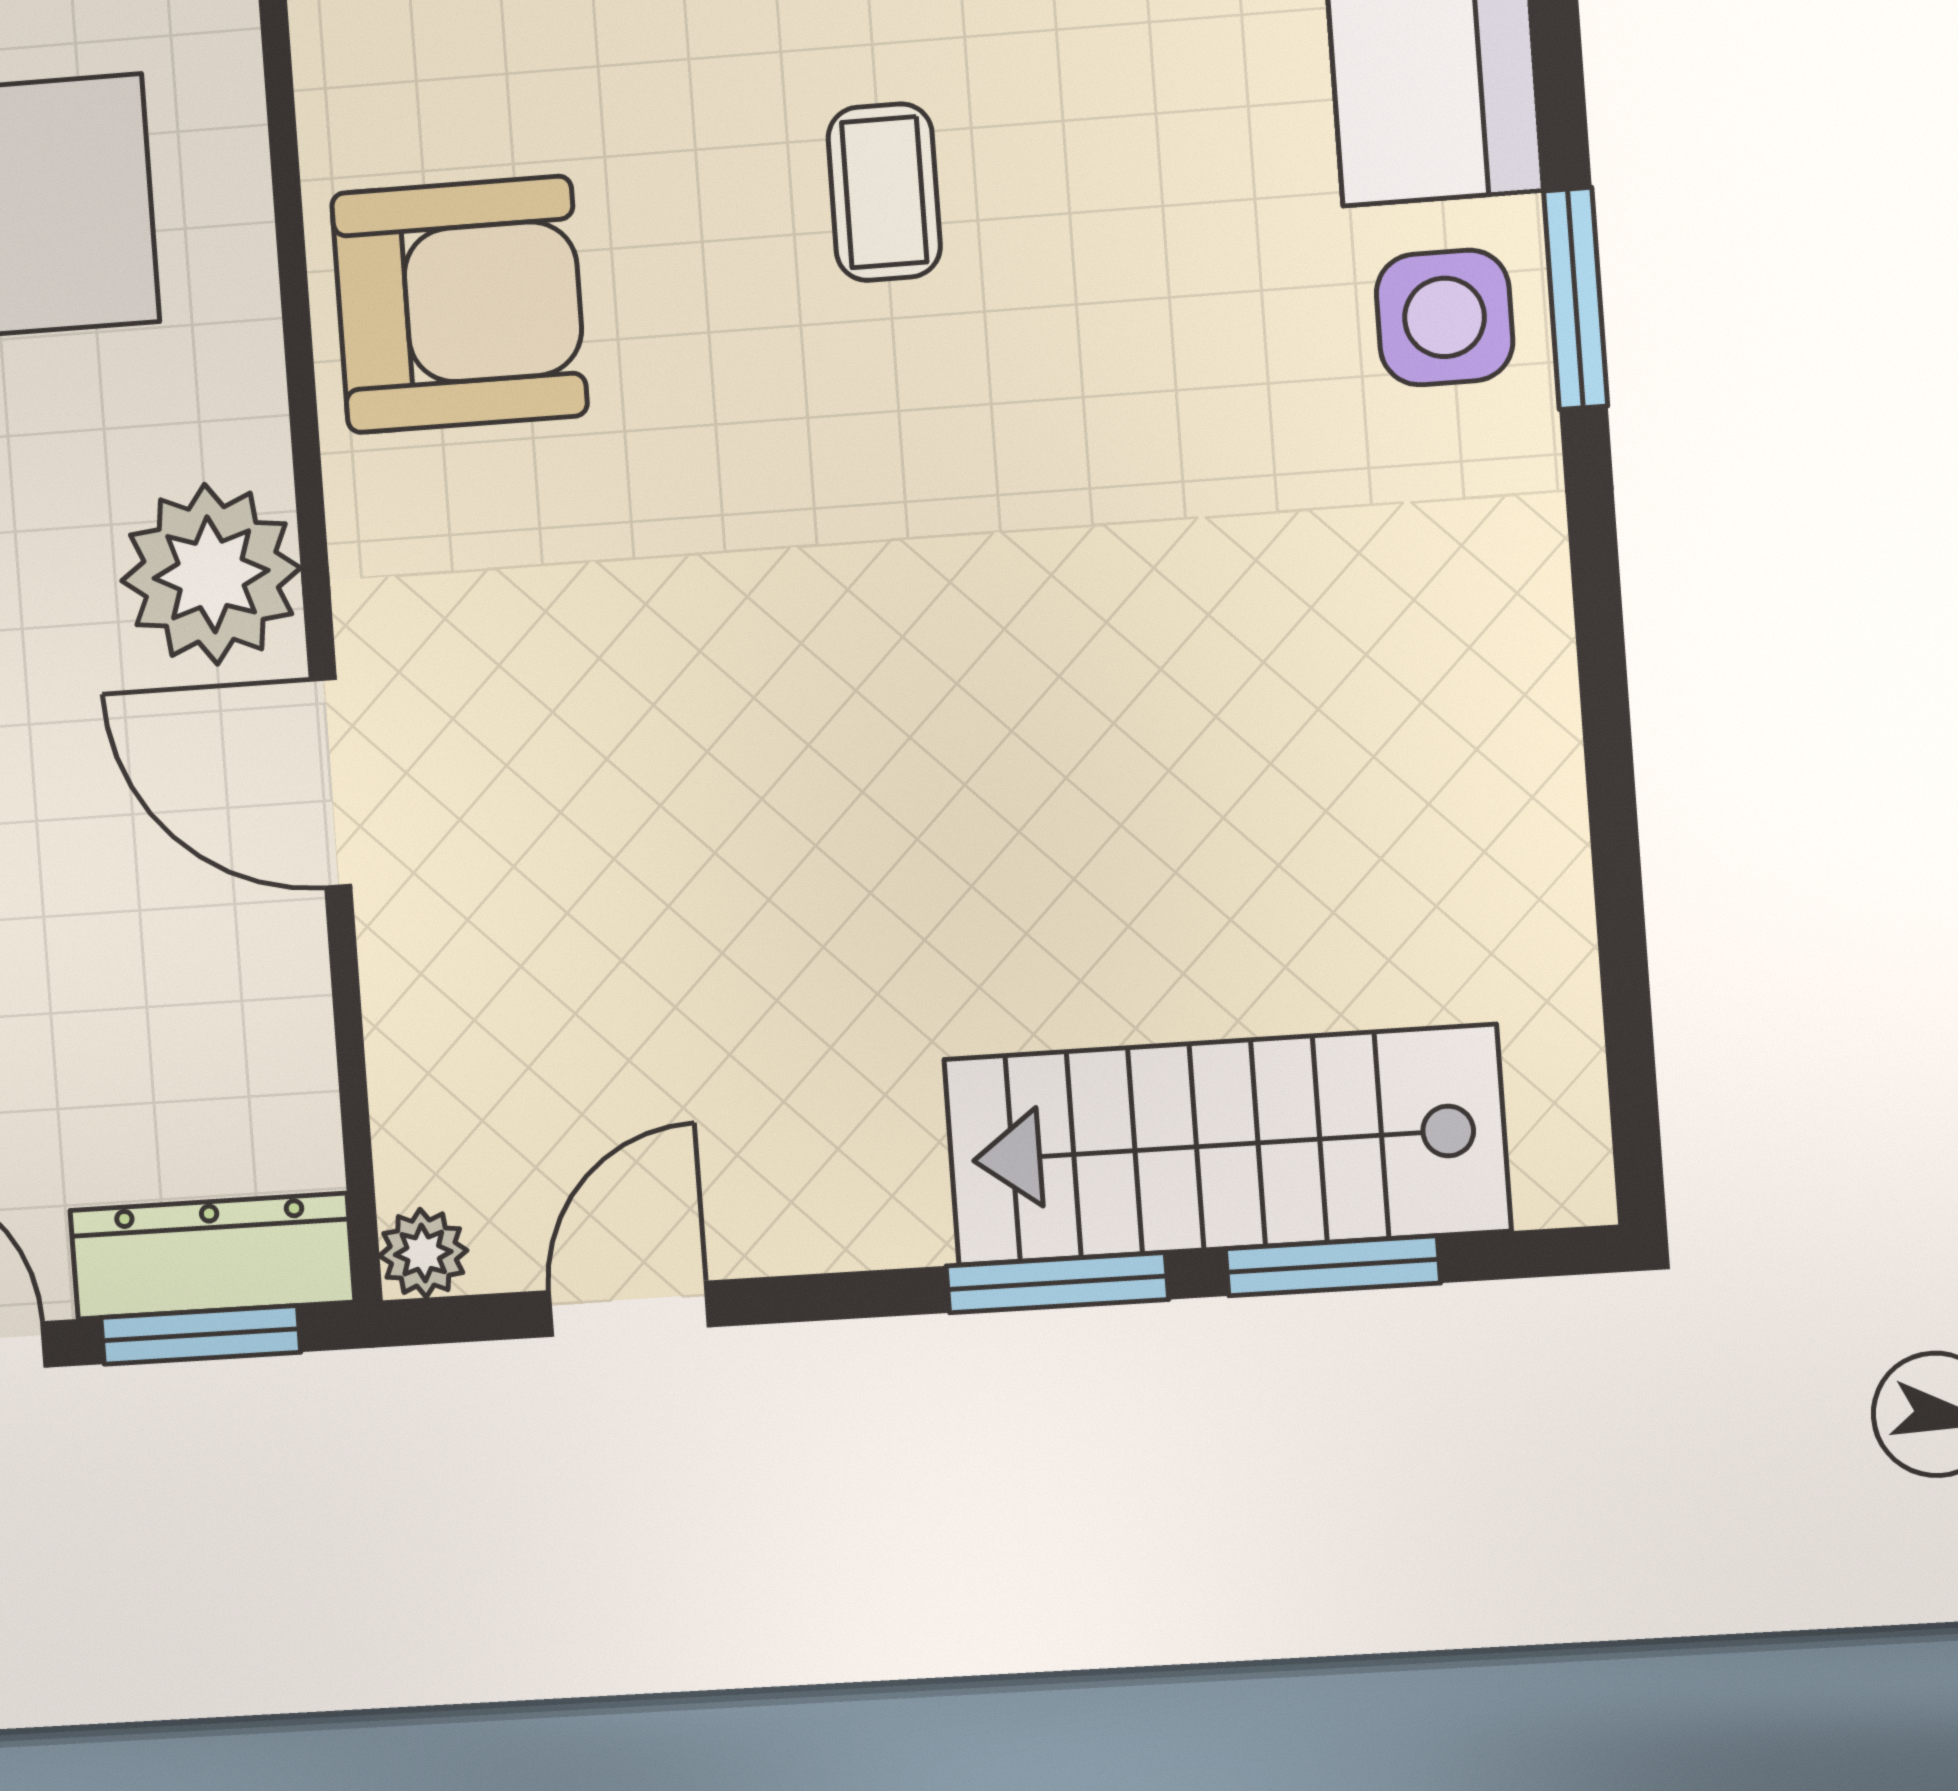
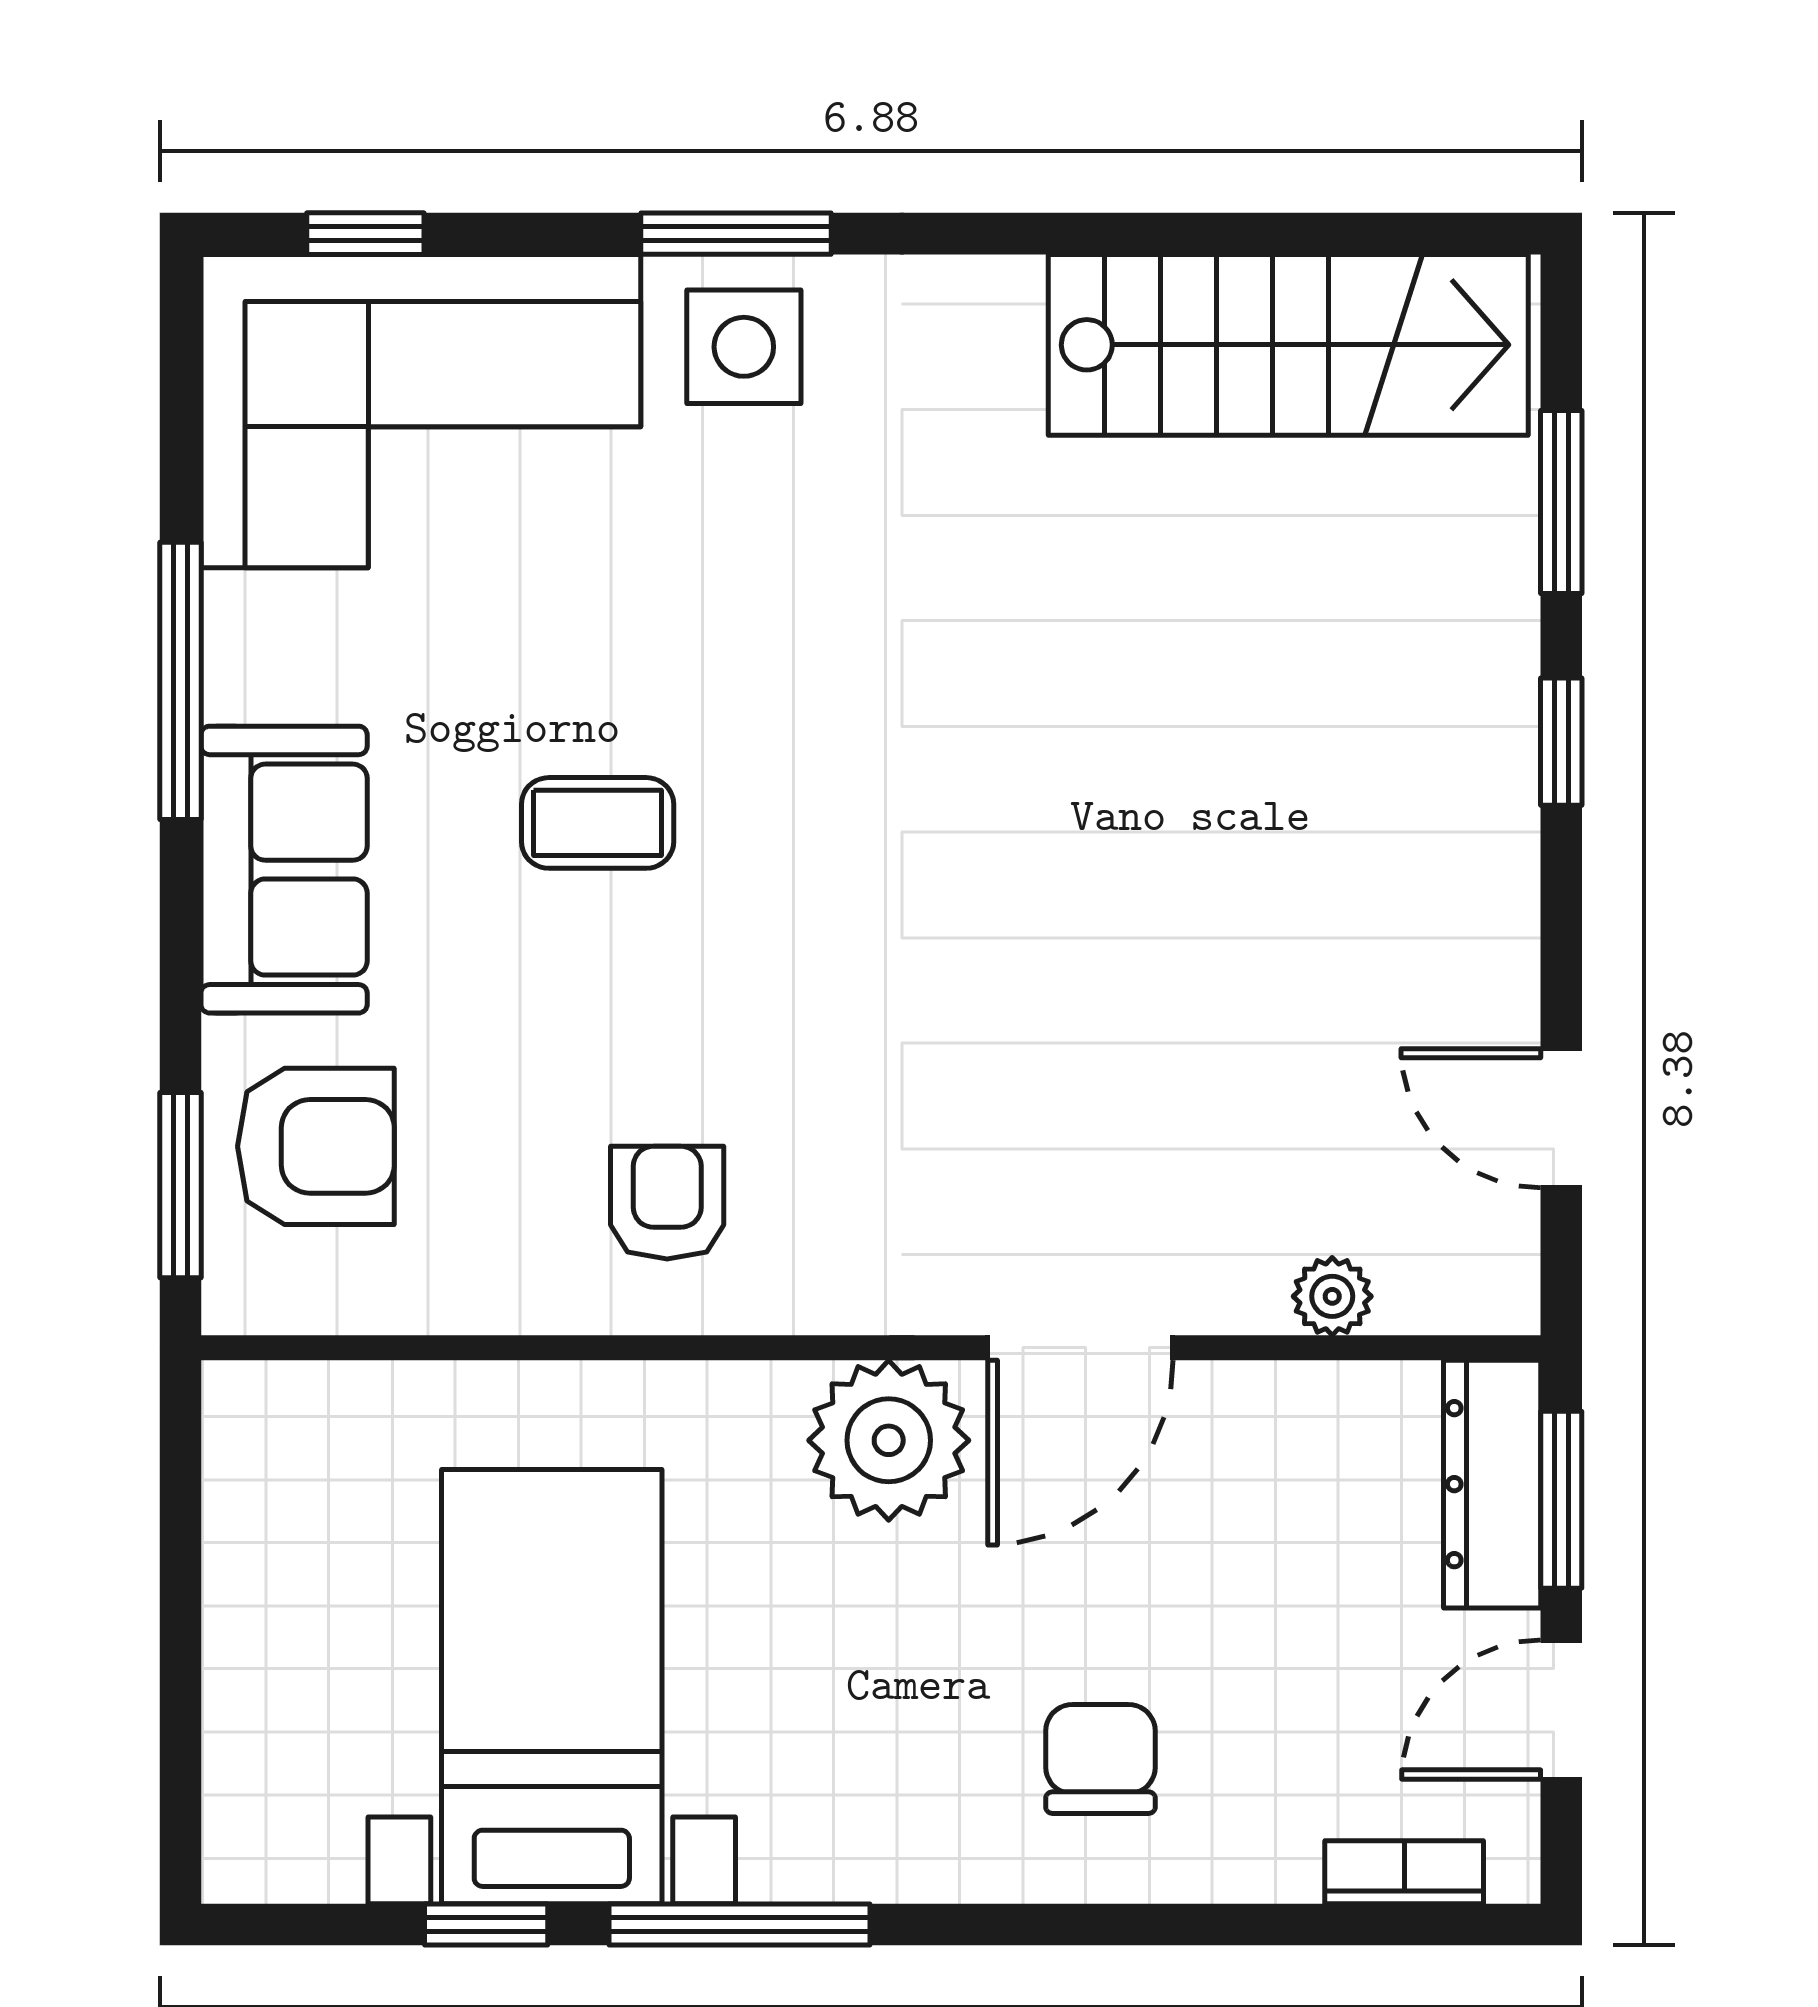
armchair: (459, 304) -> (667, 1203), width x0.53, depth x0.53
stairs: (1227, 1145) -> (1288, 345), moved, turned -90
plant: (423, 1253) -> (1332, 1296), moved
window: (1057, 1283) -> (1561, 742), width x0.67

